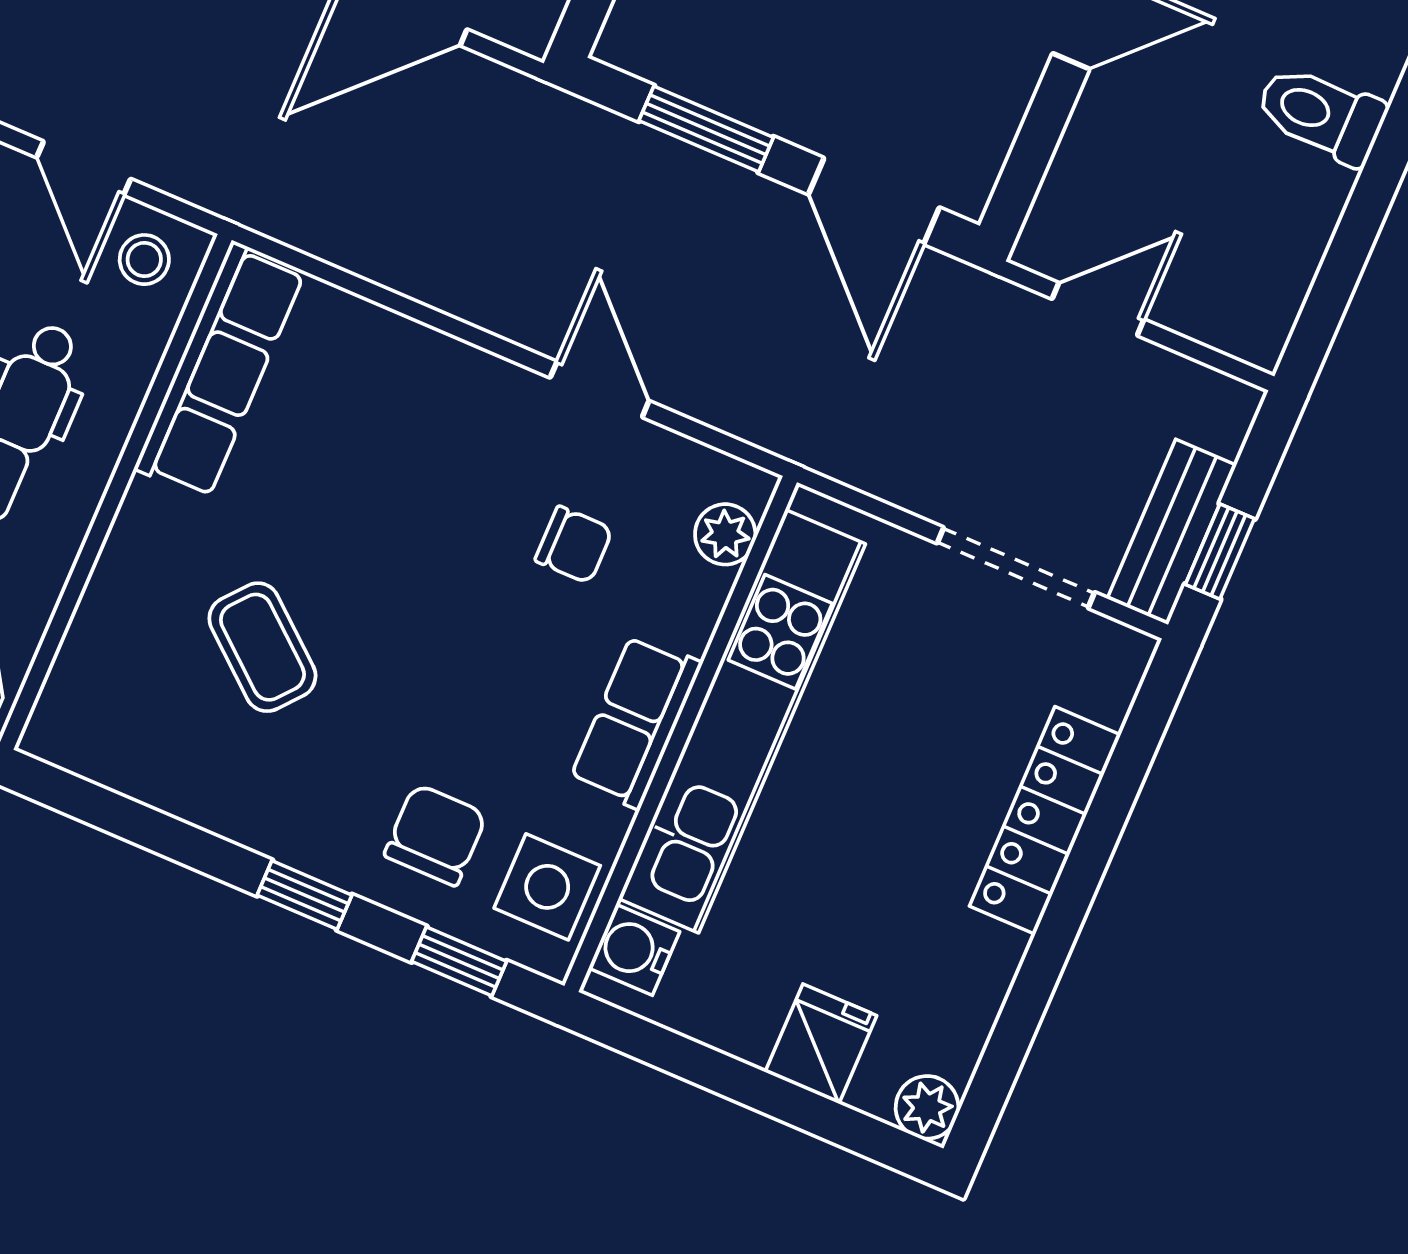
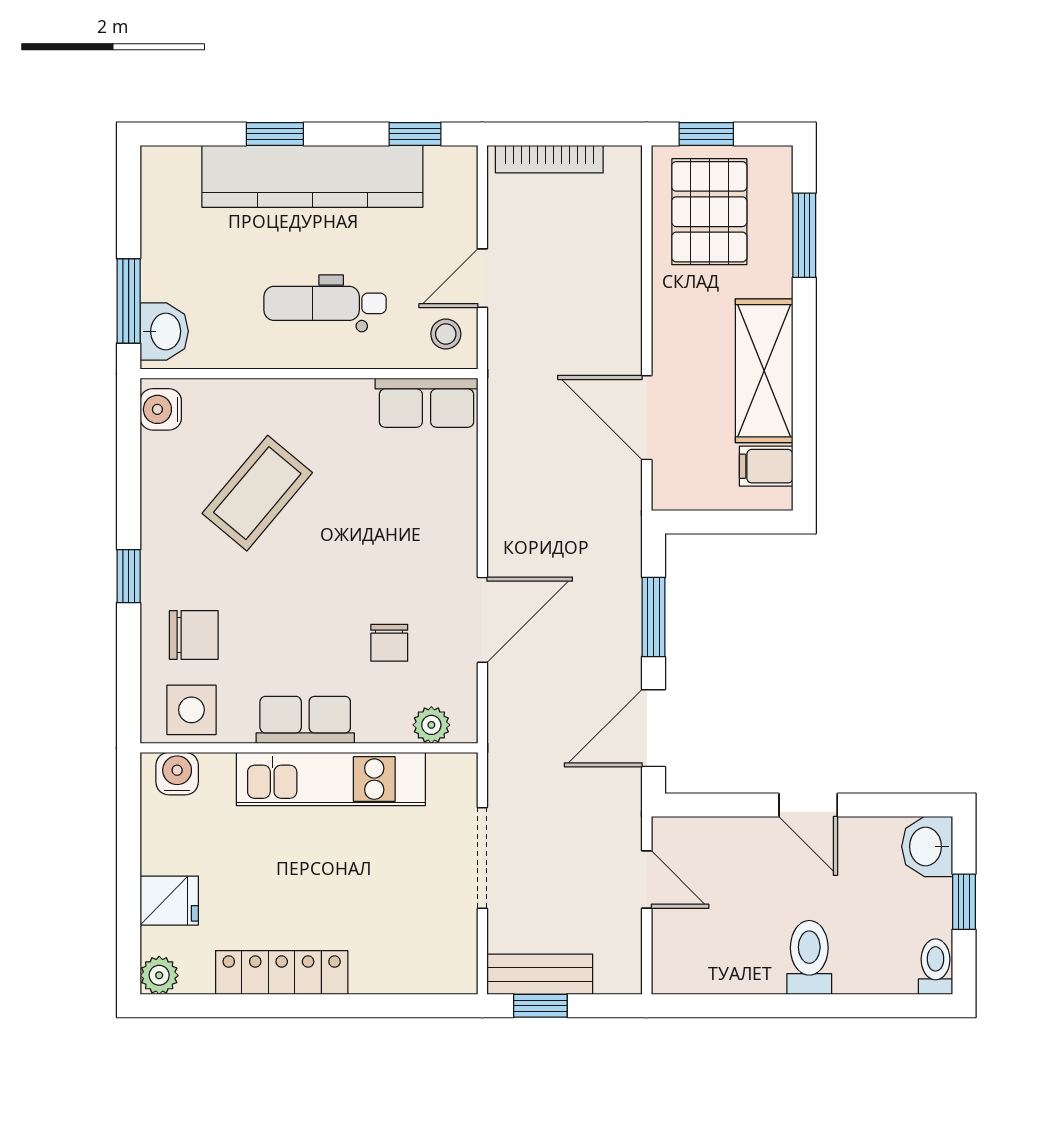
row of seats: (220, 370) -> (426, 403), width x0.68
door: (600, 389) -> (482, 620), width x1.37
doorway: (1016, 568) -> (482, 858), moved
coffee table: (262, 647) -> (257, 493), width x1.36, depth x1.30
kitchen unit: (742, 721) -> (331, 779), width x0.73
water cooler: (74, 739) -> (161, 409), added
locker: (1045, 820) -> (282, 972), moved
window: (459, 961) -> (129, 678), removed

